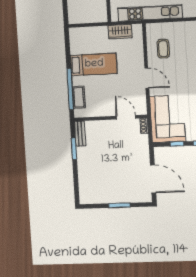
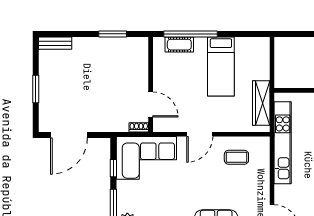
wardrobe: (120, 32) -> (261, 103), width x1.50
door: (126, 117) -> (151, 104), hinge flipped
bench: (80, 134) -> (55, 43), moved

